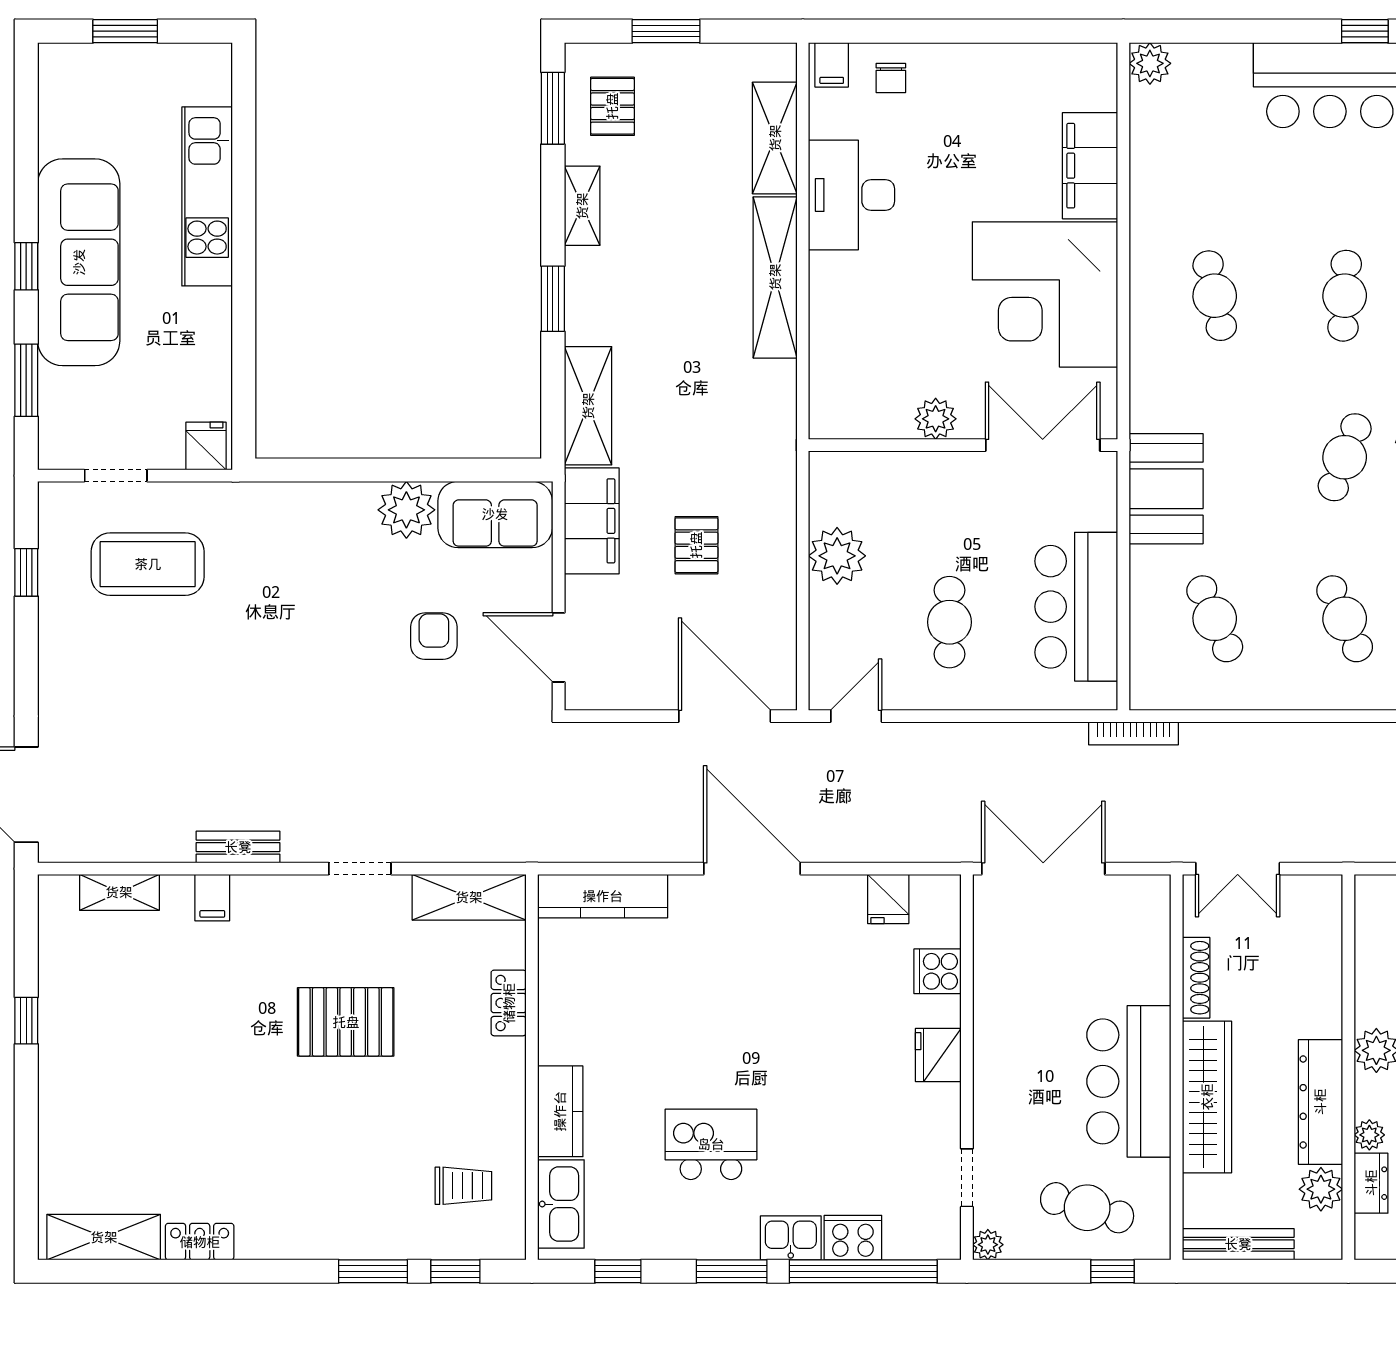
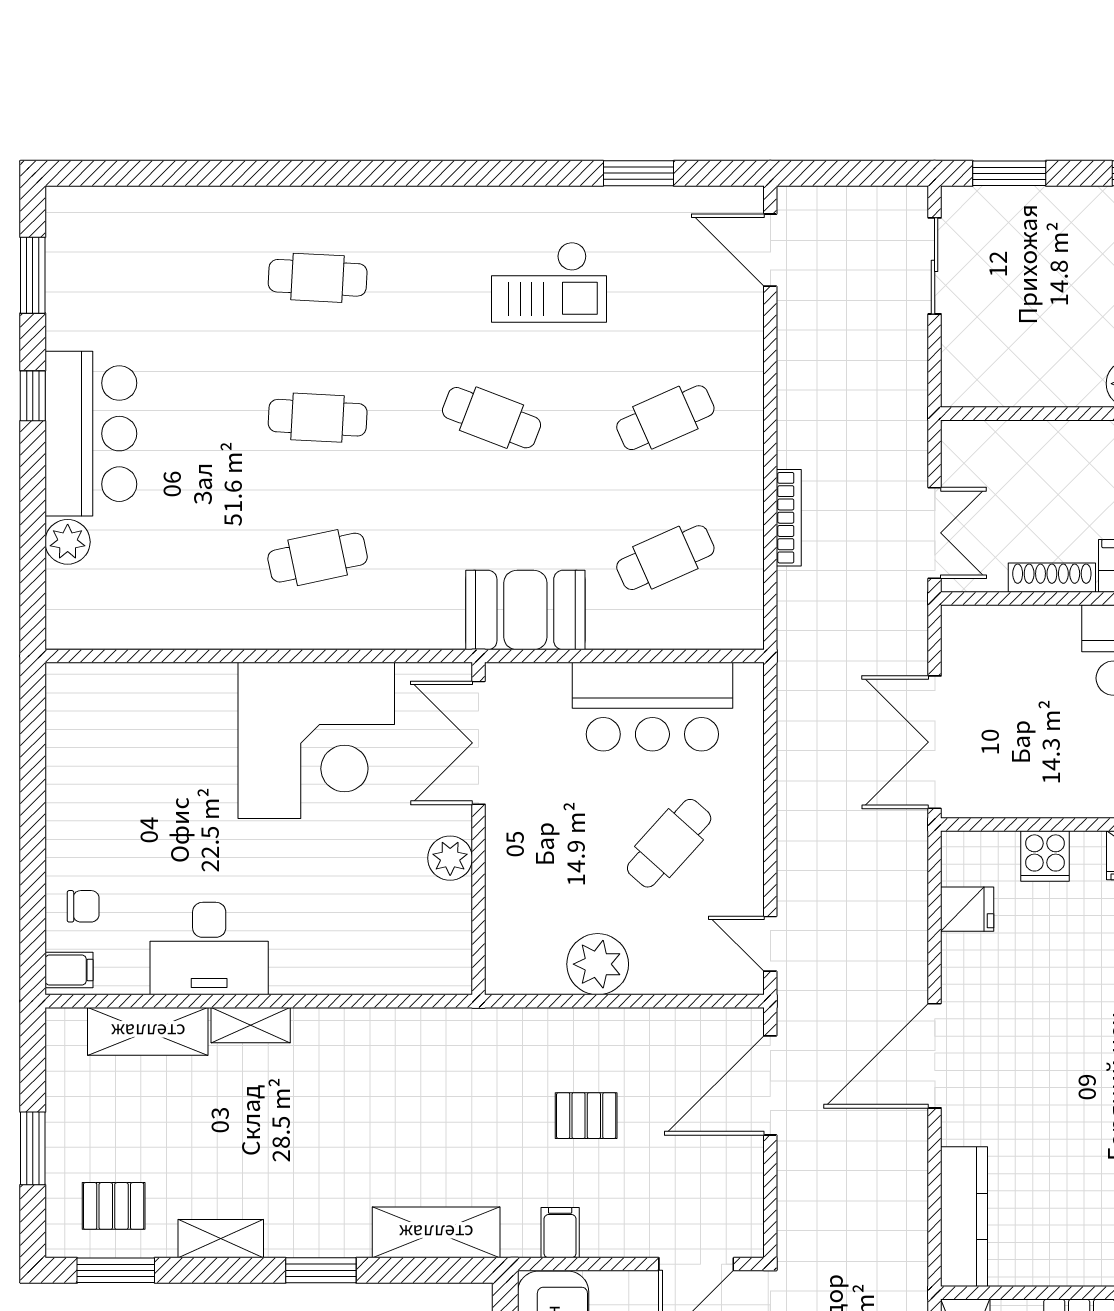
plant: (1150, 63) -> (68, 542), moved
filing cabinet: (1090, 166) -> (178, 692), removed
shelving: (775, 277) -> (251, 1025), width x0.45, depth x0.75
filing cabinet: (592, 521) -> (560, 1233), width x0.33, depth x0.86
cafe table: (949, 622) -> (669, 843), turned -48
bookcase: (1134, 733) -> (789, 518), moved

